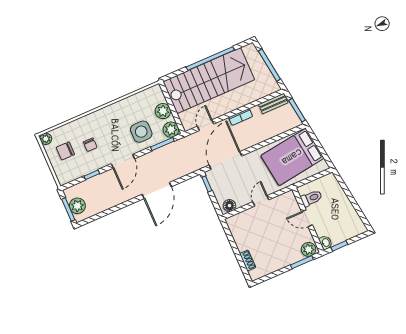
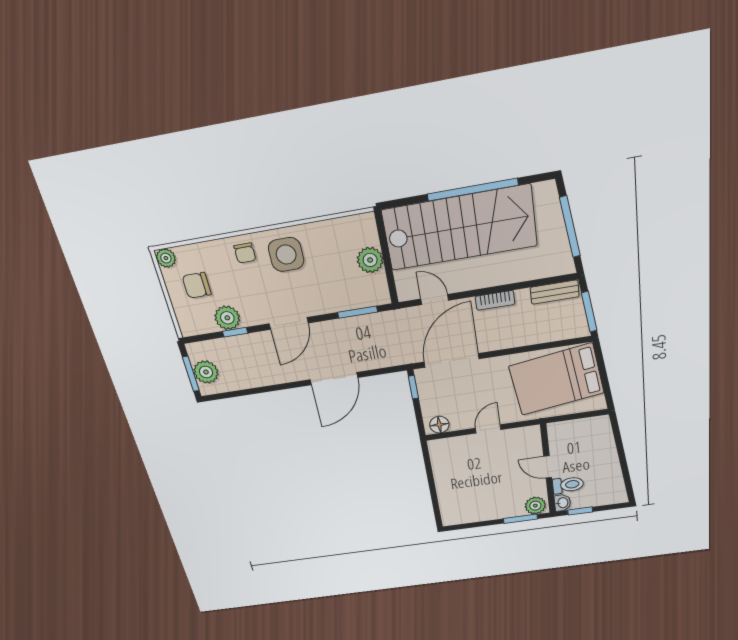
door: (206, 125) -> (435, 300), hinge flipped
plant: (171, 130) -> (227, 318), moved
side table: (141, 132) -> (286, 255), moved
chair: (90, 145) -> (245, 253), moved
toilet: (311, 198) -> (568, 485), moved
shoe rack: (248, 261) -> (445, 500), removed

